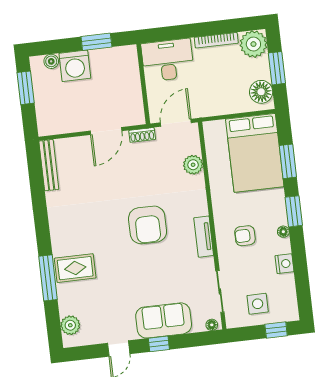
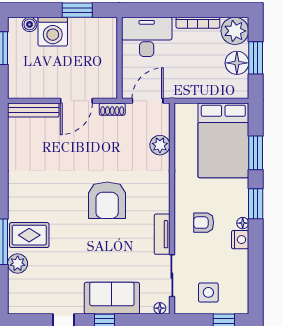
floor lamp: (261, 92) -> (237, 63), moved
bench: (49, 165) -> (33, 110), moved, turned 90
tv unit: (204, 237) -> (162, 234), moved
nightstand: (284, 264) -> (240, 240), moved
plant: (70, 325) -> (18, 264), moved

